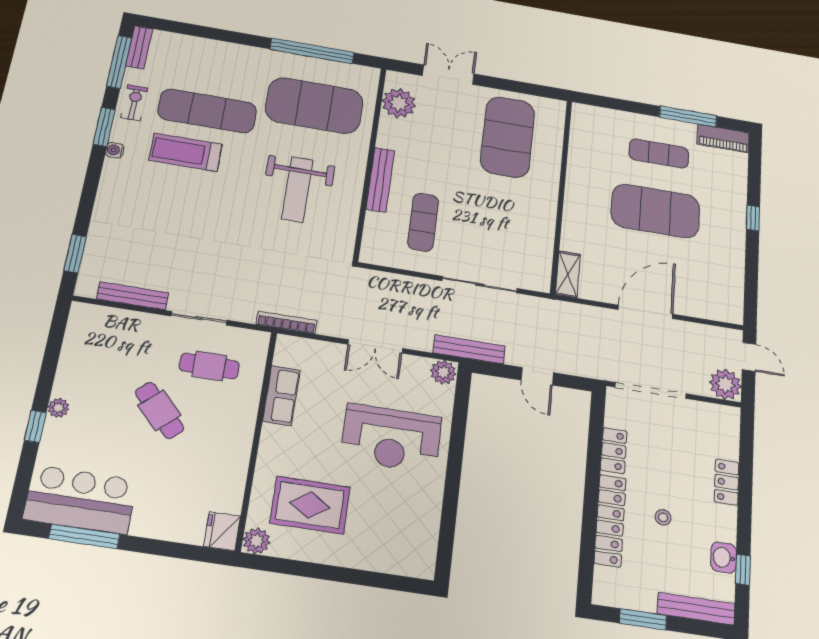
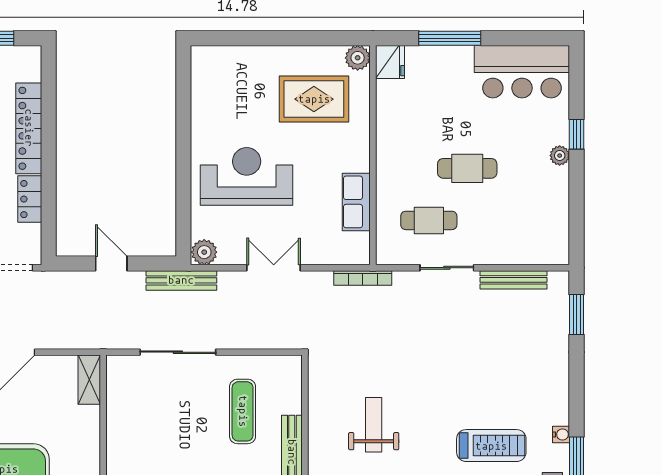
weight bench: (297, 189) -> (374, 425), width x0.73, depth x0.75
cafe table: (159, 410) -> (467, 168), turned -47
window: (84, 537) -> (450, 38), moved

